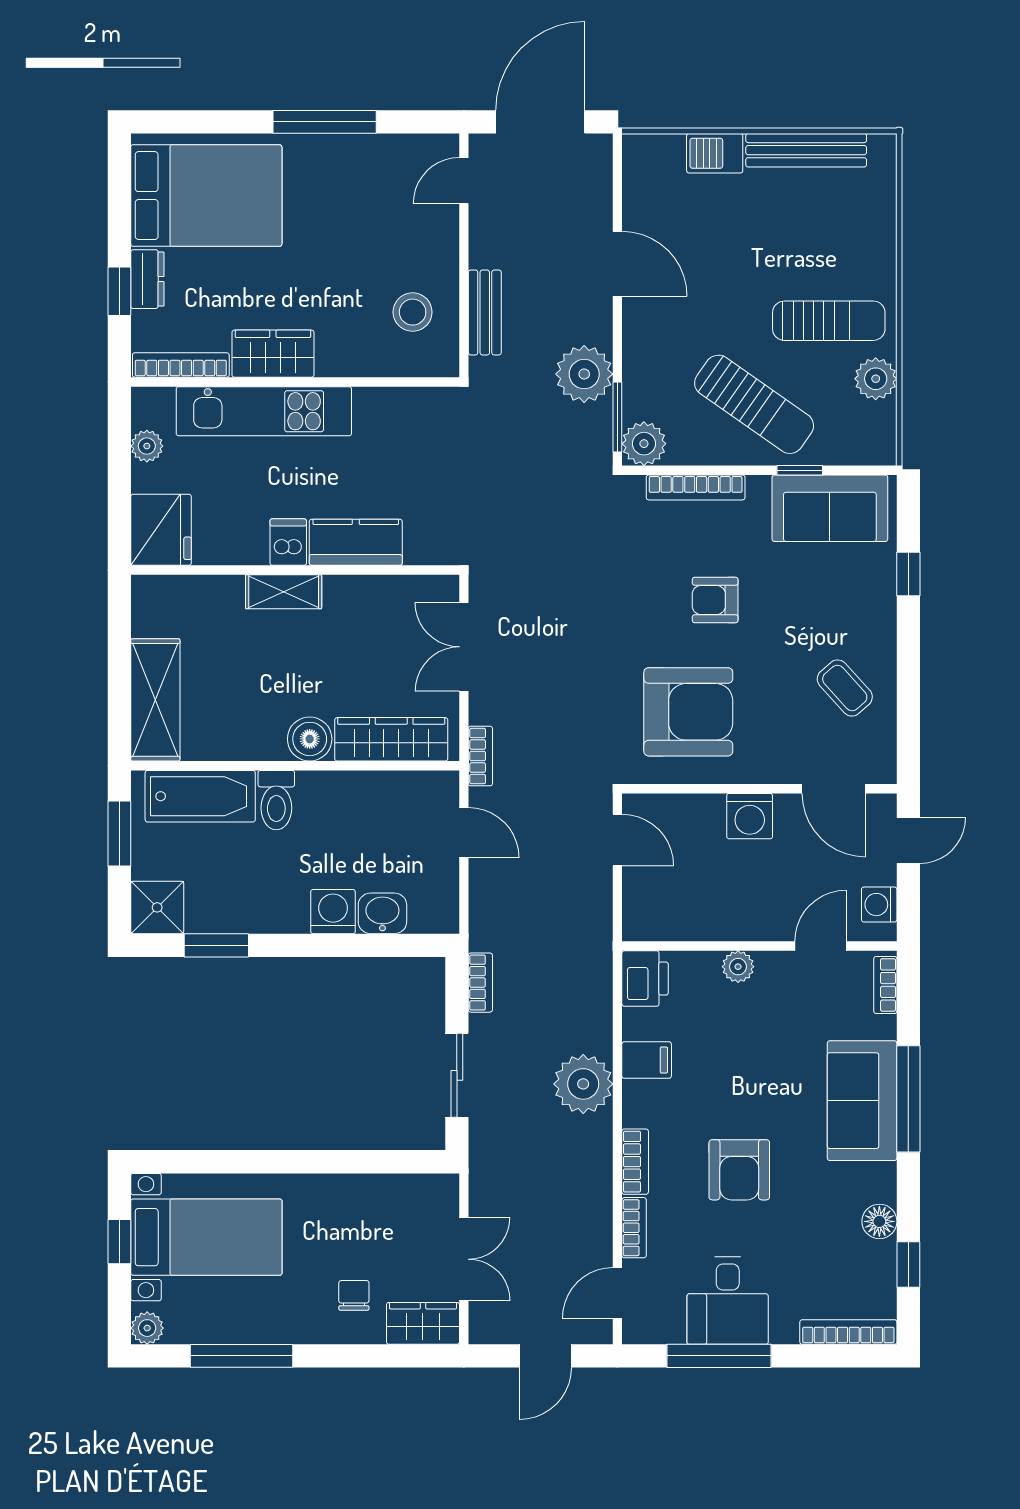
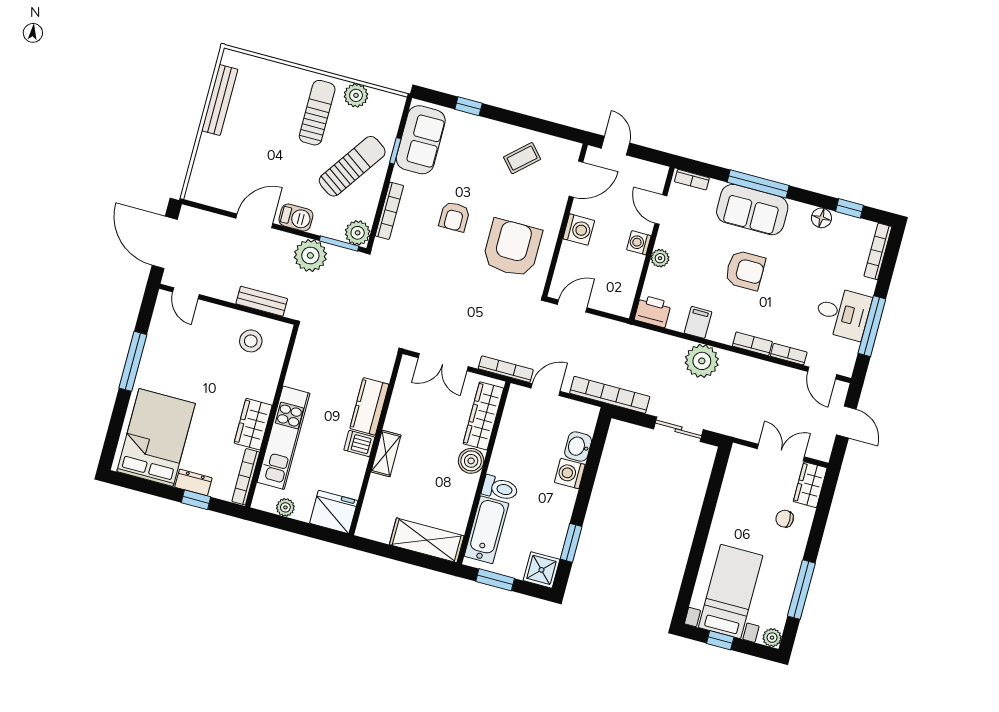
barbecue: (715, 153) -> (296, 217), moved, turned -90
bookcase: (480, 756) -> (506, 369), width x1.56
washing machine: (879, 905) -> (639, 243), moved, turned 90
bookcase: (480, 983) -> (610, 395), width x2.31, depth x1.31
armchair: (739, 1170) -> (745, 270), moved

